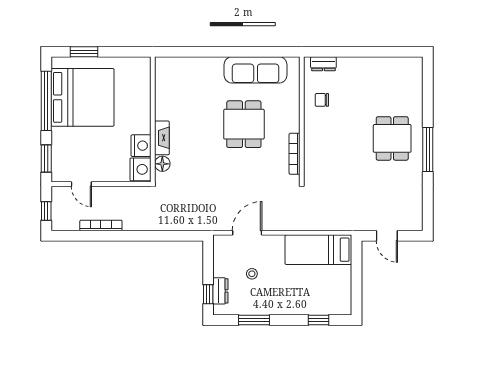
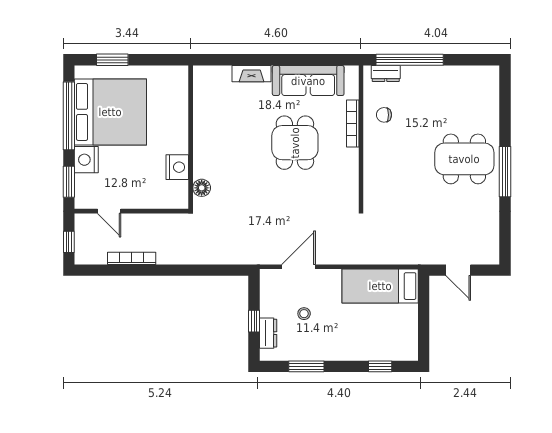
window: (344, 52) -> (410, 60), added
fireplace: (162, 138) -> (252, 74), moved, turned 90
dining table: (392, 138) -> (464, 159), width x1.38
bookcase: (295, 154) -> (353, 123), moved
nightstand: (140, 169) -> (86, 160), moved, turned 180
window: (208, 294) -> (254, 321), moved

